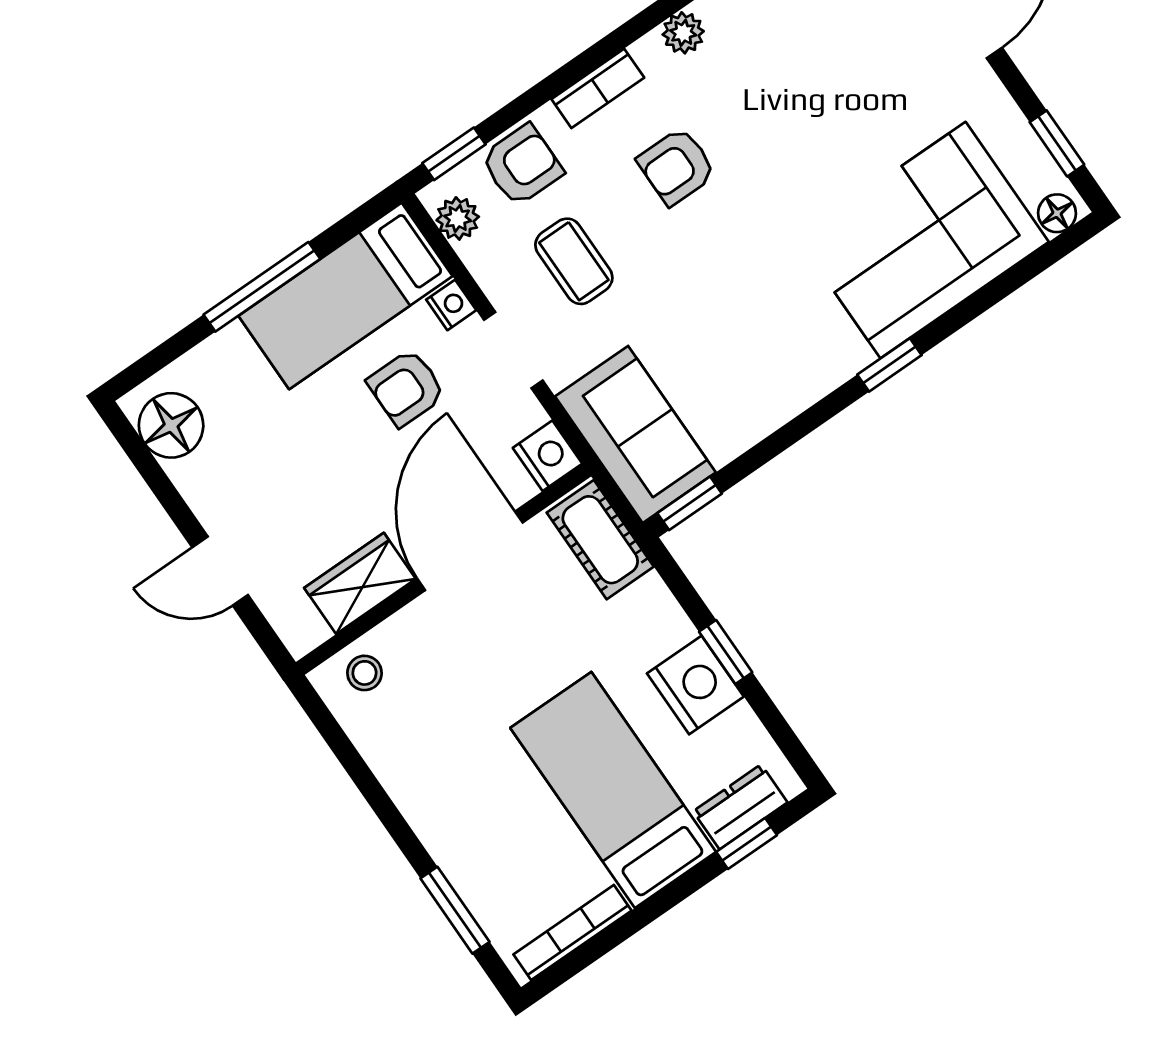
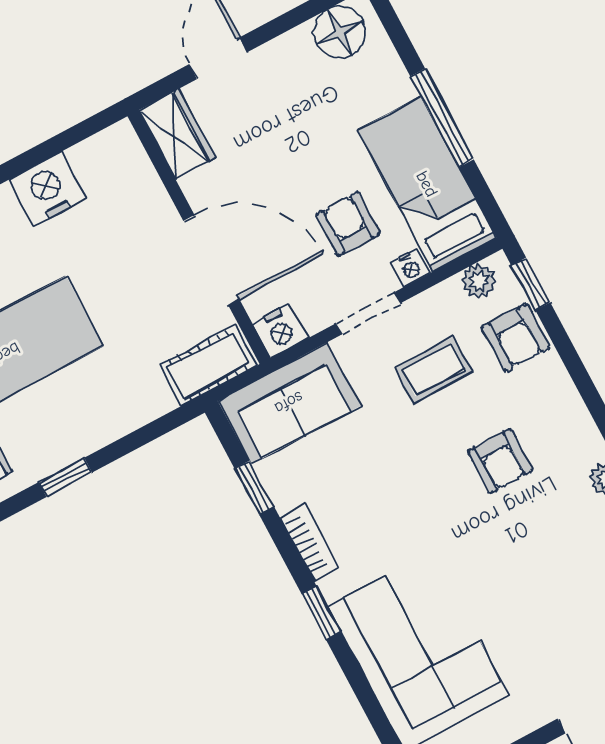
bookcase: (598, 88) -> (309, 543), moved, turned 180
armchair: (677, 166) -> (500, 461), turned 180
window: (690, 503) -> (254, 487), moved
wardrobe: (360, 583) -> (177, 134), moved
window: (726, 652) -> (65, 477), moved
stool: (364, 673) -> (123, 164), removed
nightstand: (695, 685) -> (47, 189), moved, turned 180

